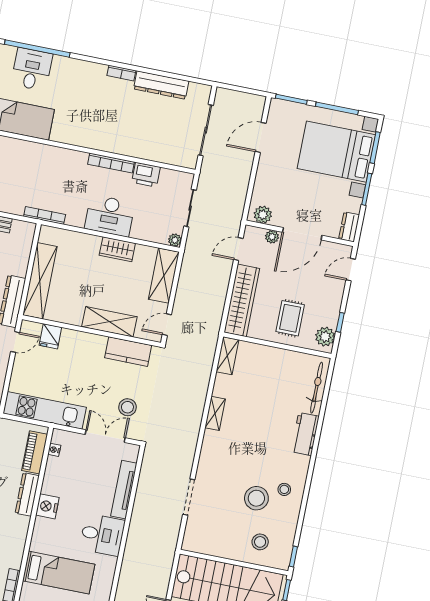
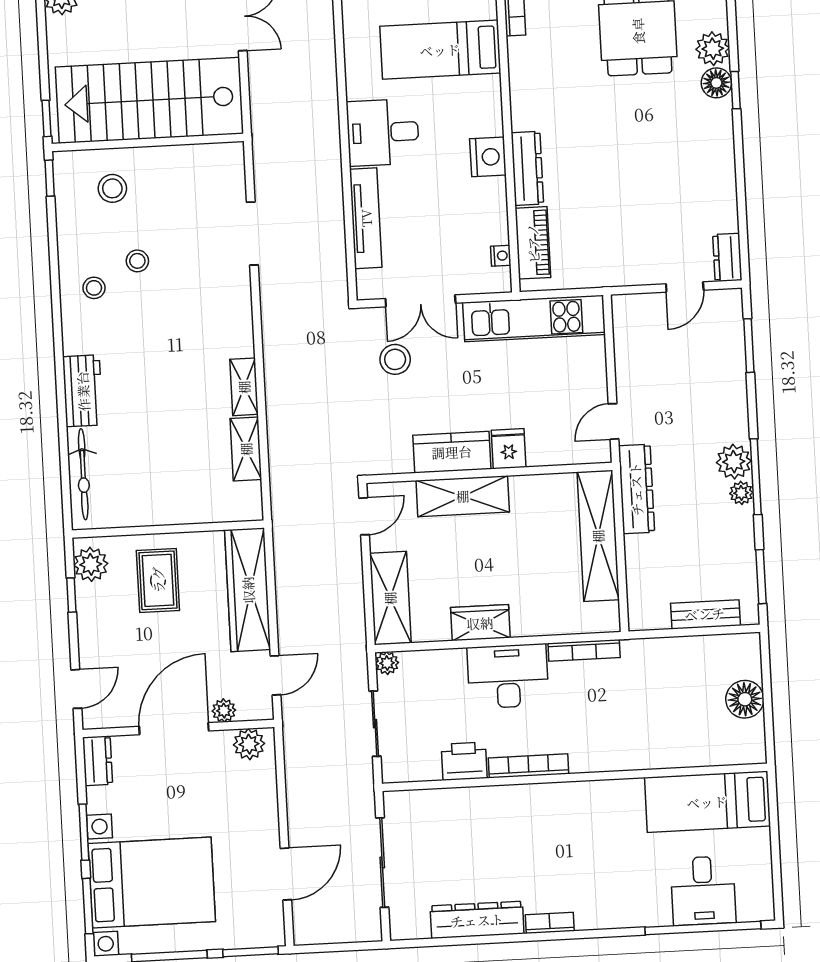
bookcase: (45, 215) -> (584, 650), moved
fridge: (50, 336) -> (509, 449), moved
kitchen counter: (128, 352) -> (452, 452), moved
shelving: (227, 356) -> (246, 449), moved
stool: (256, 498) -> (137, 261), width x0.53, depth x0.53

